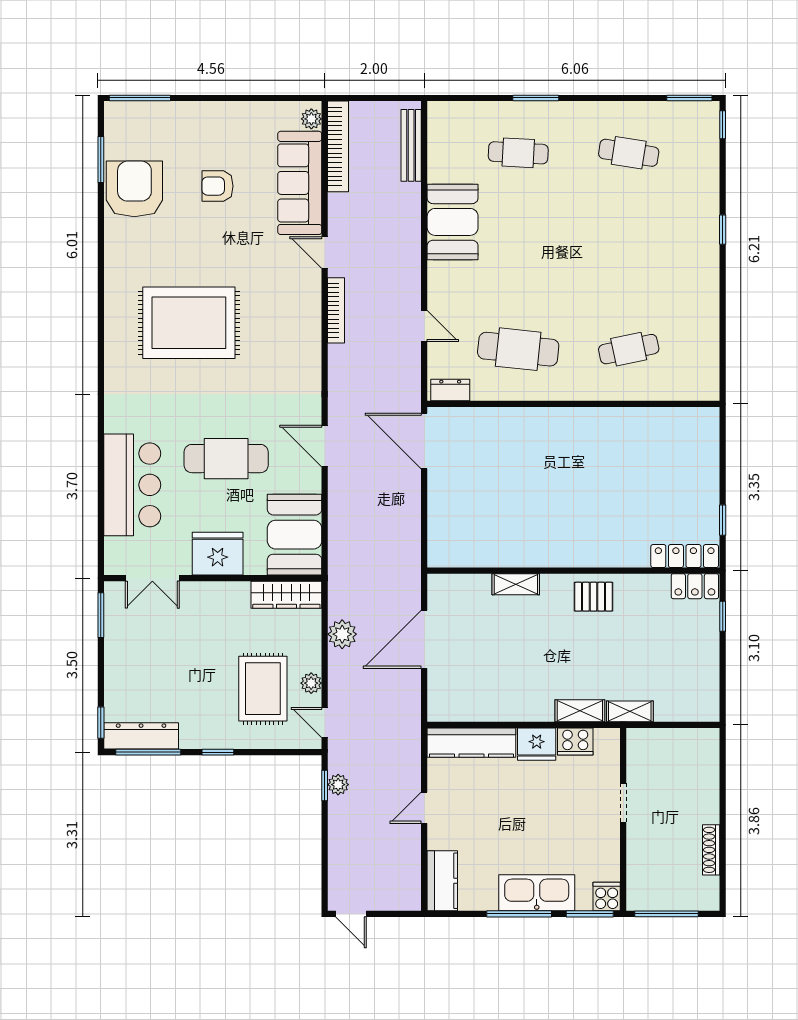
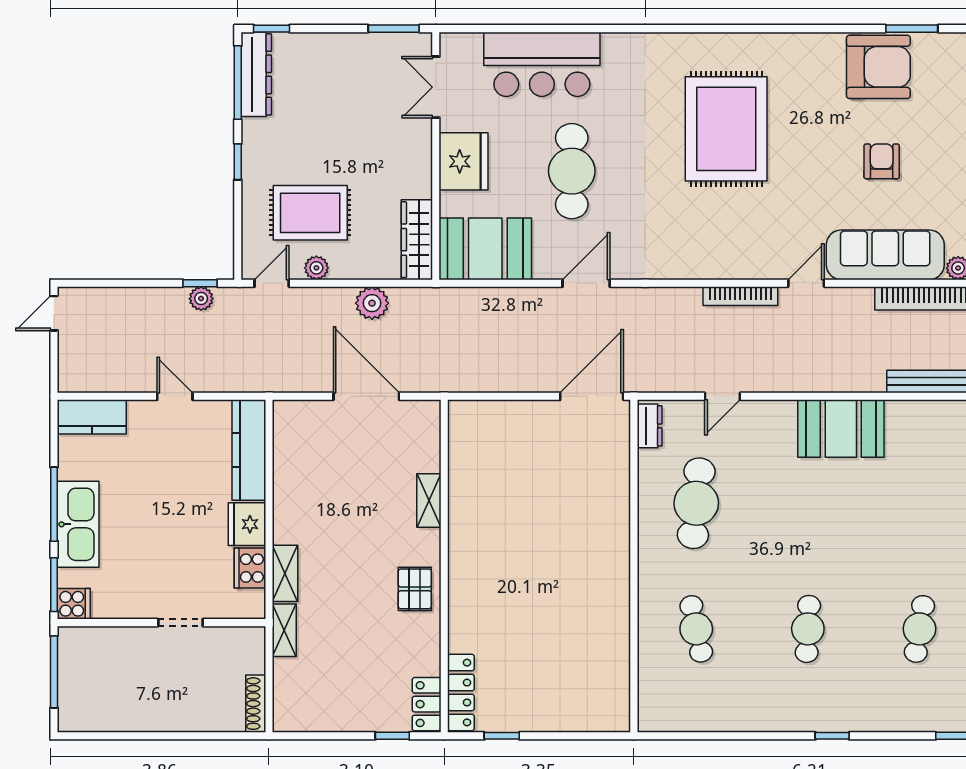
cafe table: (518, 153) -> (808, 629), moved
shoe rack: (711, 850) -> (256, 704), moved, turned -90

